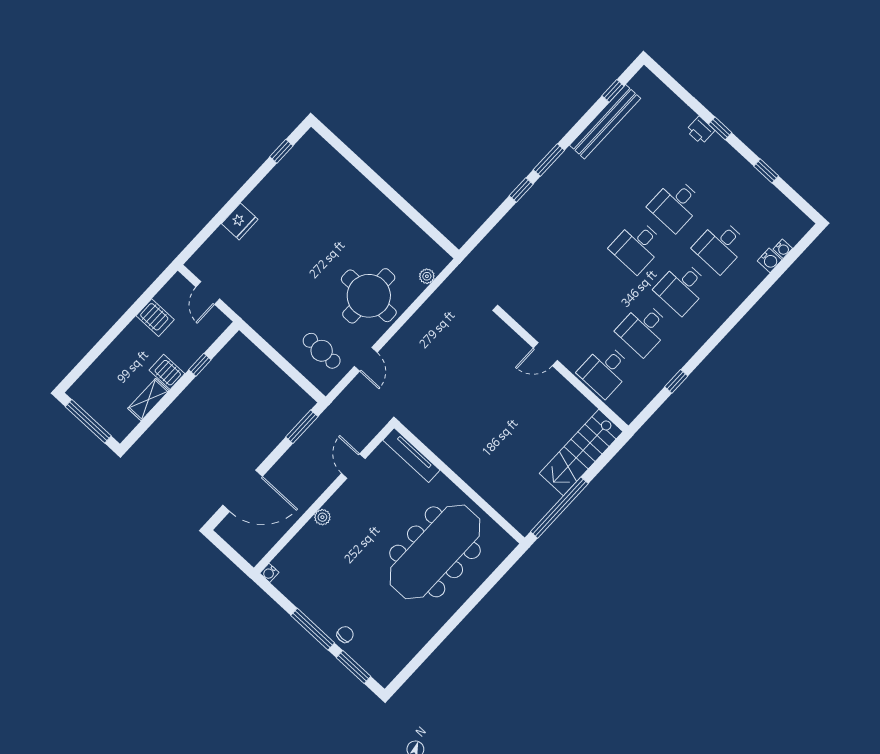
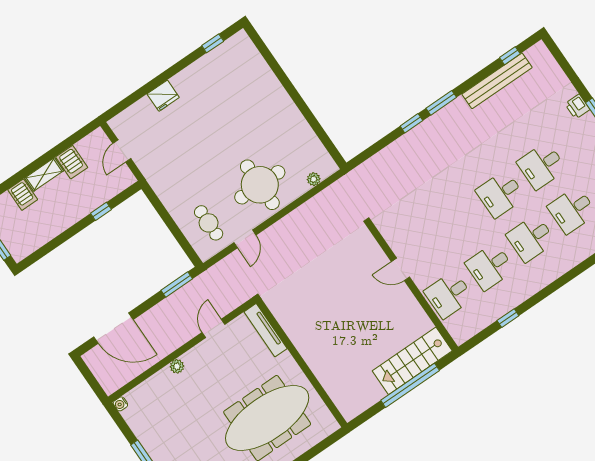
server rack: (167, 372) -> (23, 195), moved, turned 180
shelving: (148, 400) -> (44, 174), moved
window: (559, 508) -> (410, 385), moved

